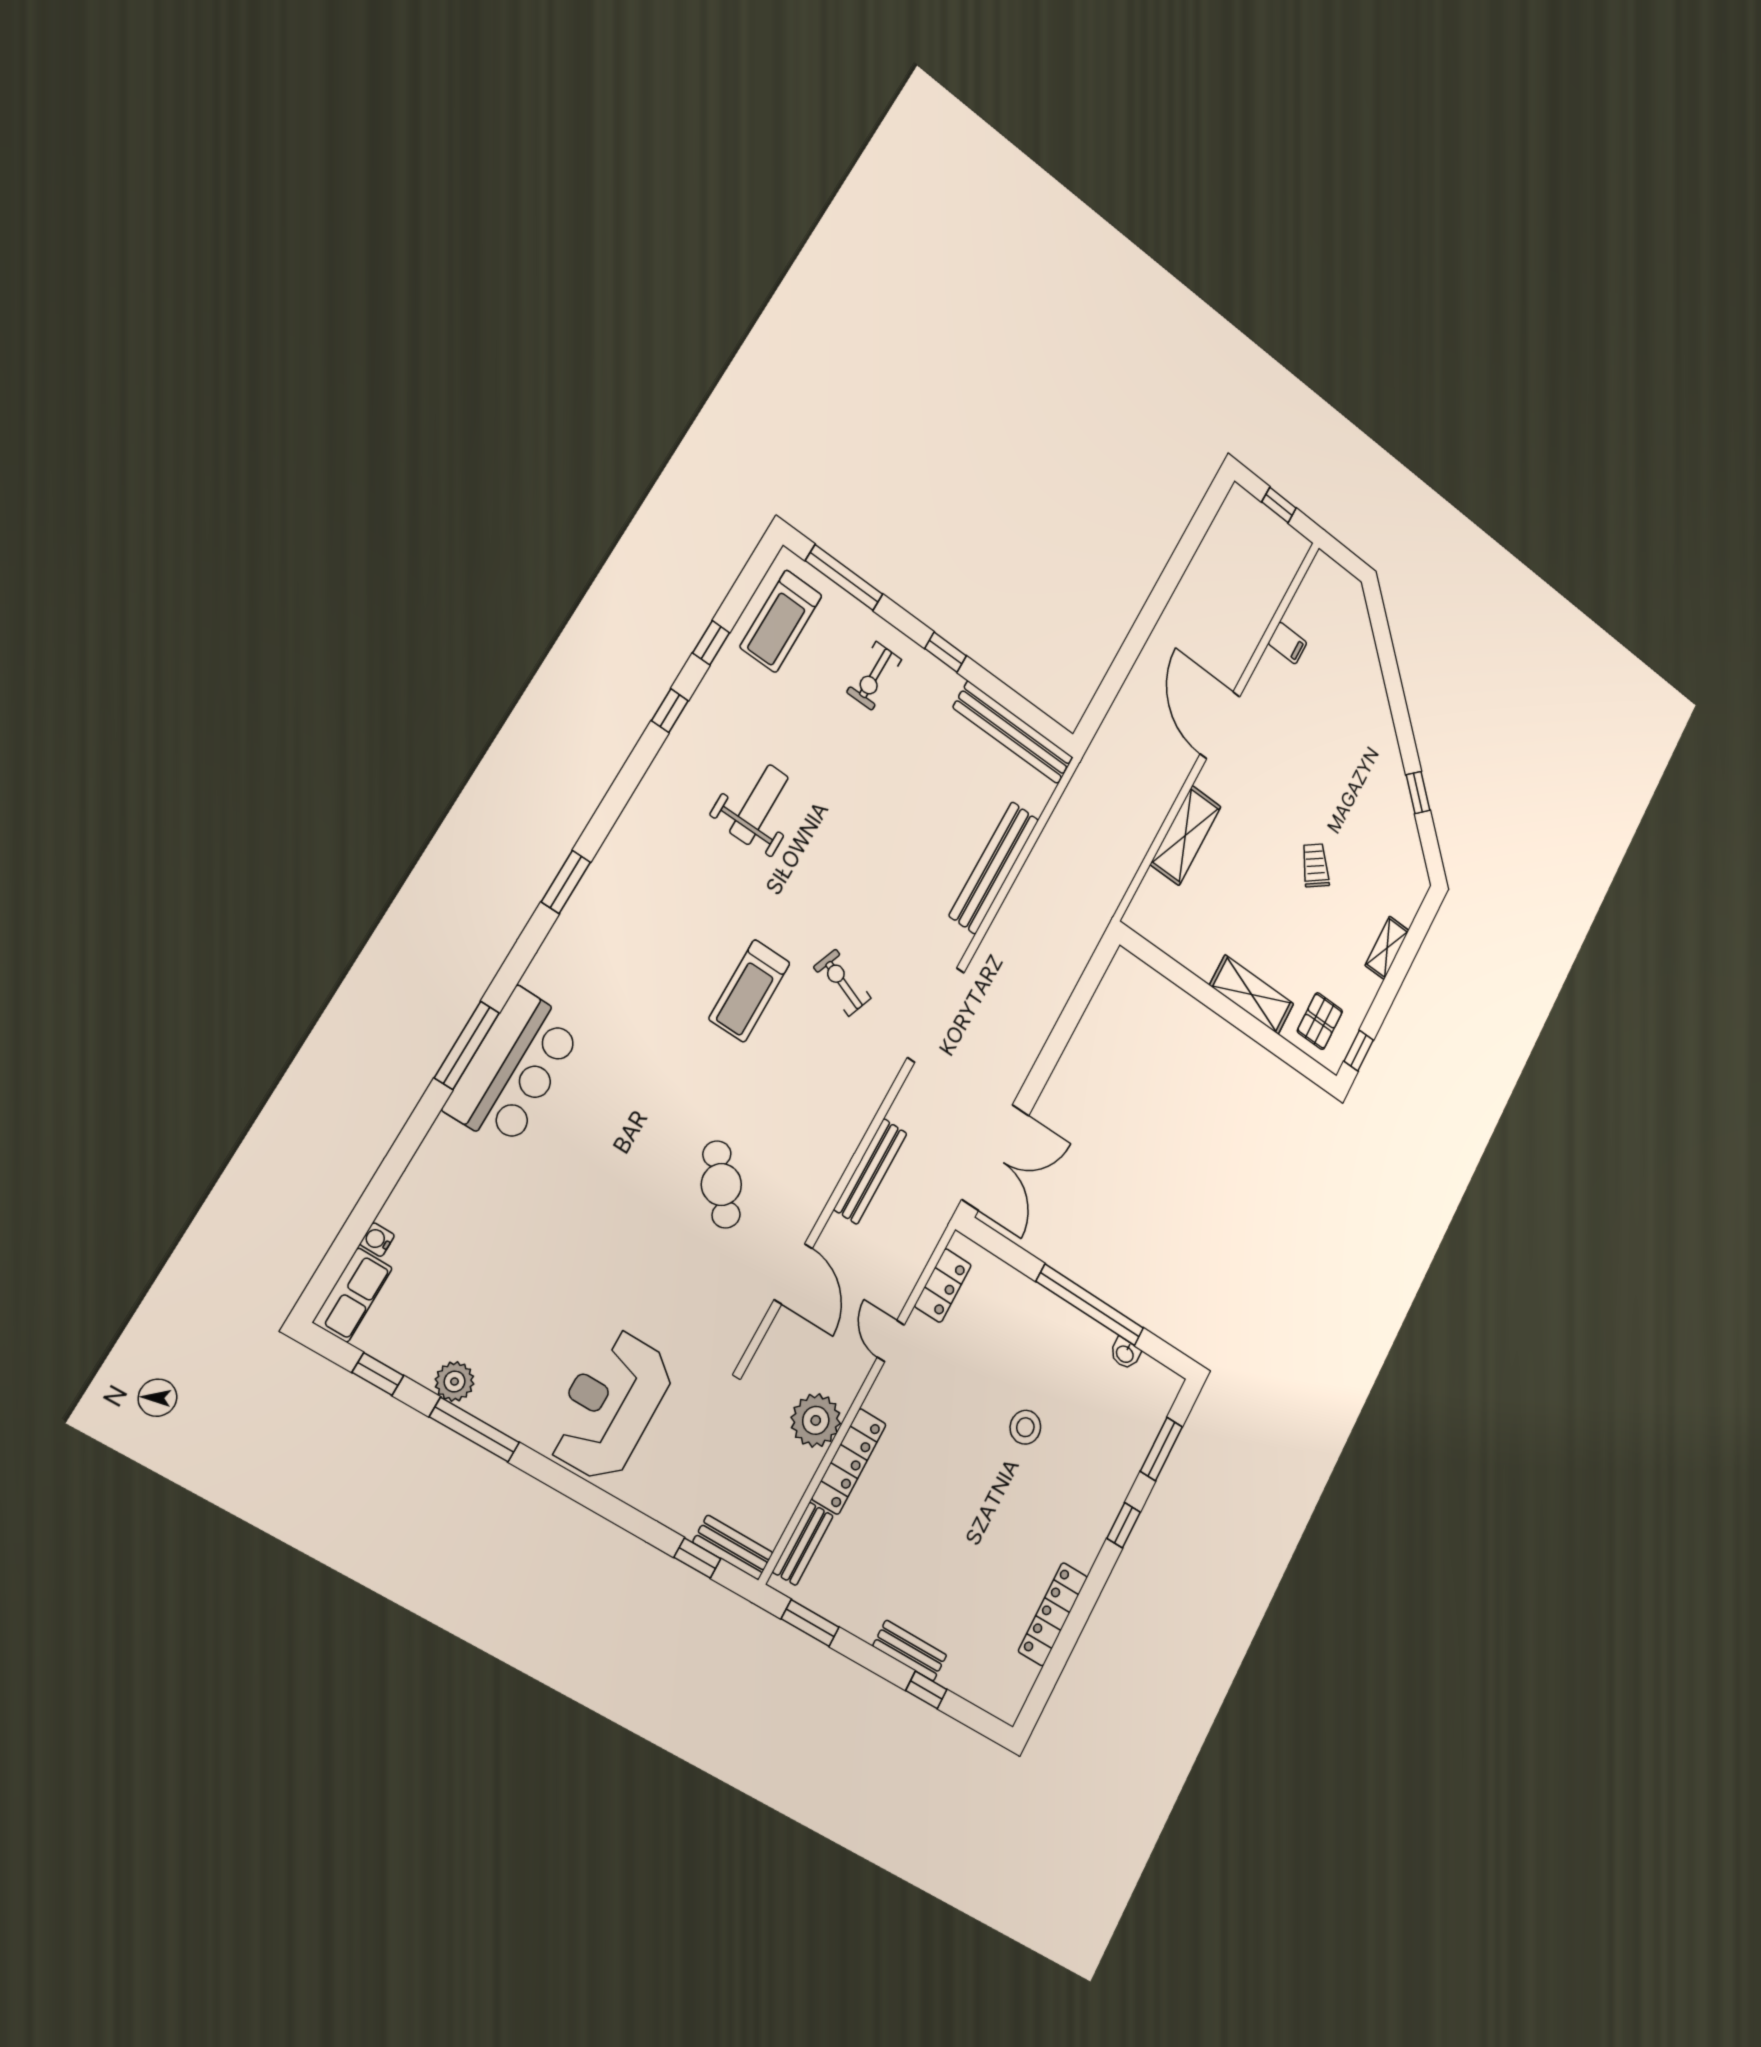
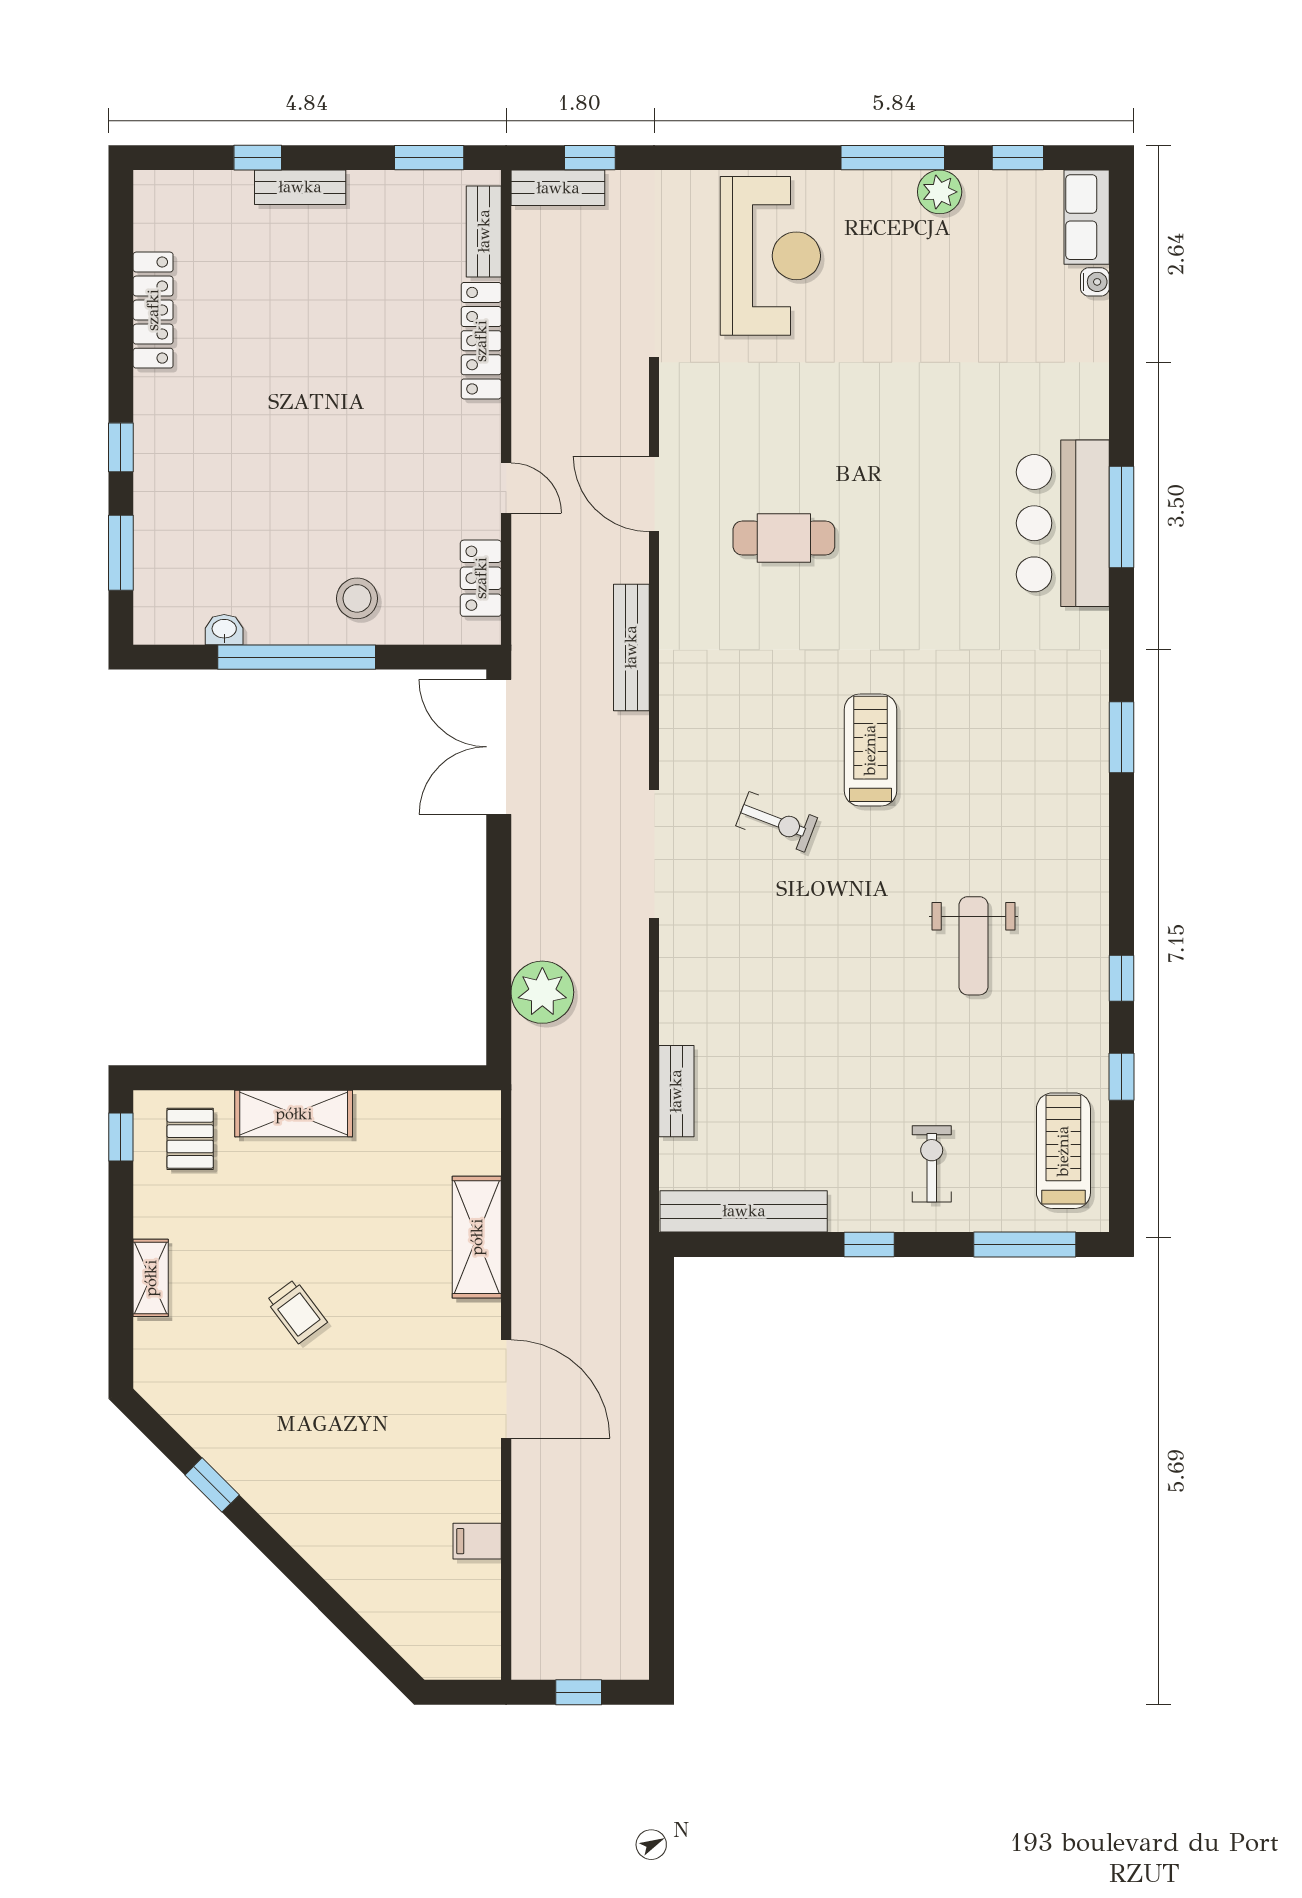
bench: (994, 868) -> (676, 1091), width x0.54, depth x0.82
cafe table: (721, 1184) -> (784, 538), turned -50
plant: (816, 1420) -> (542, 992), moved
stool: (1025, 1427) -> (357, 598), moved

